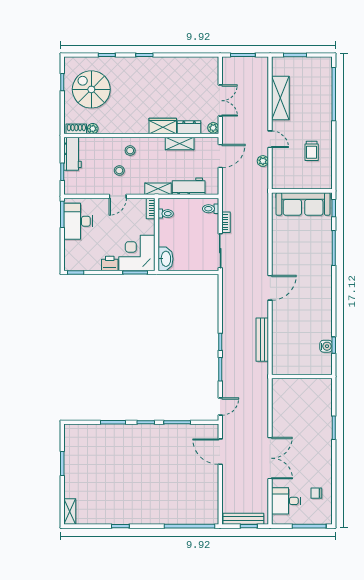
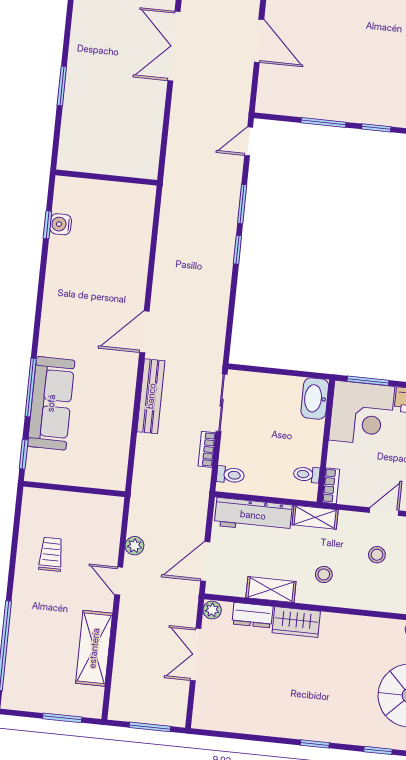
stool: (130, 151) -> (324, 574), moved
workbench: (189, 186) -> (253, 515), width x1.38
sofa: (303, 204) -> (51, 403), moved, turned 90
bench: (262, 340) -> (151, 396), moved
door: (220, 452) -> (259, 41), moved

